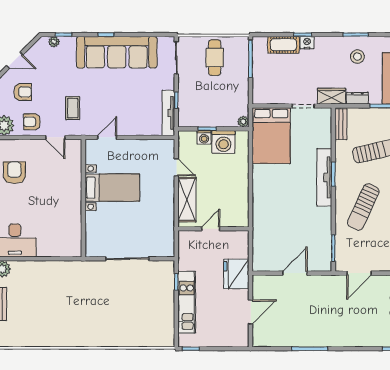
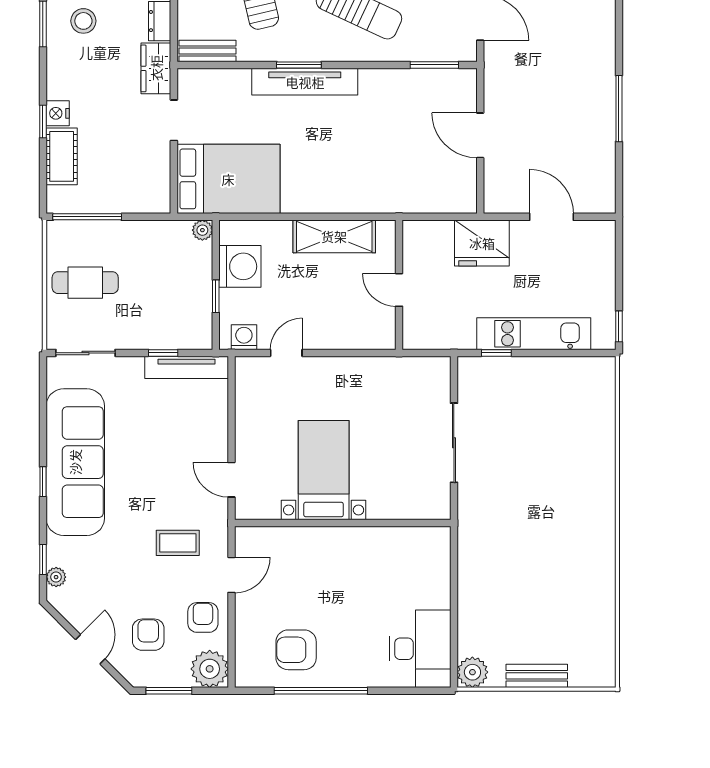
armchair: (32, 122) -> (203, 617), turned 180
washing machine: (204, 137) -> (244, 337), moved, turned -90
shelving: (187, 200) -> (334, 236), moved

